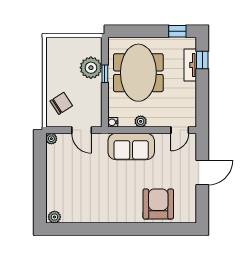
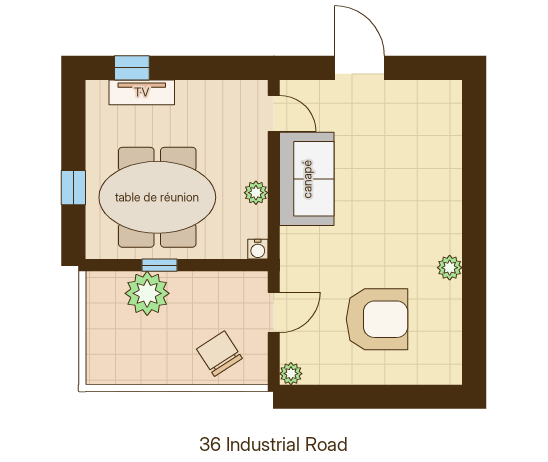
window: (177, 31) -> (73, 188), moved
sofa: (131, 146) -> (307, 179), moved
armchair: (158, 204) -> (377, 319), moved, turned 180
plant: (54, 217) -> (450, 268), moved

